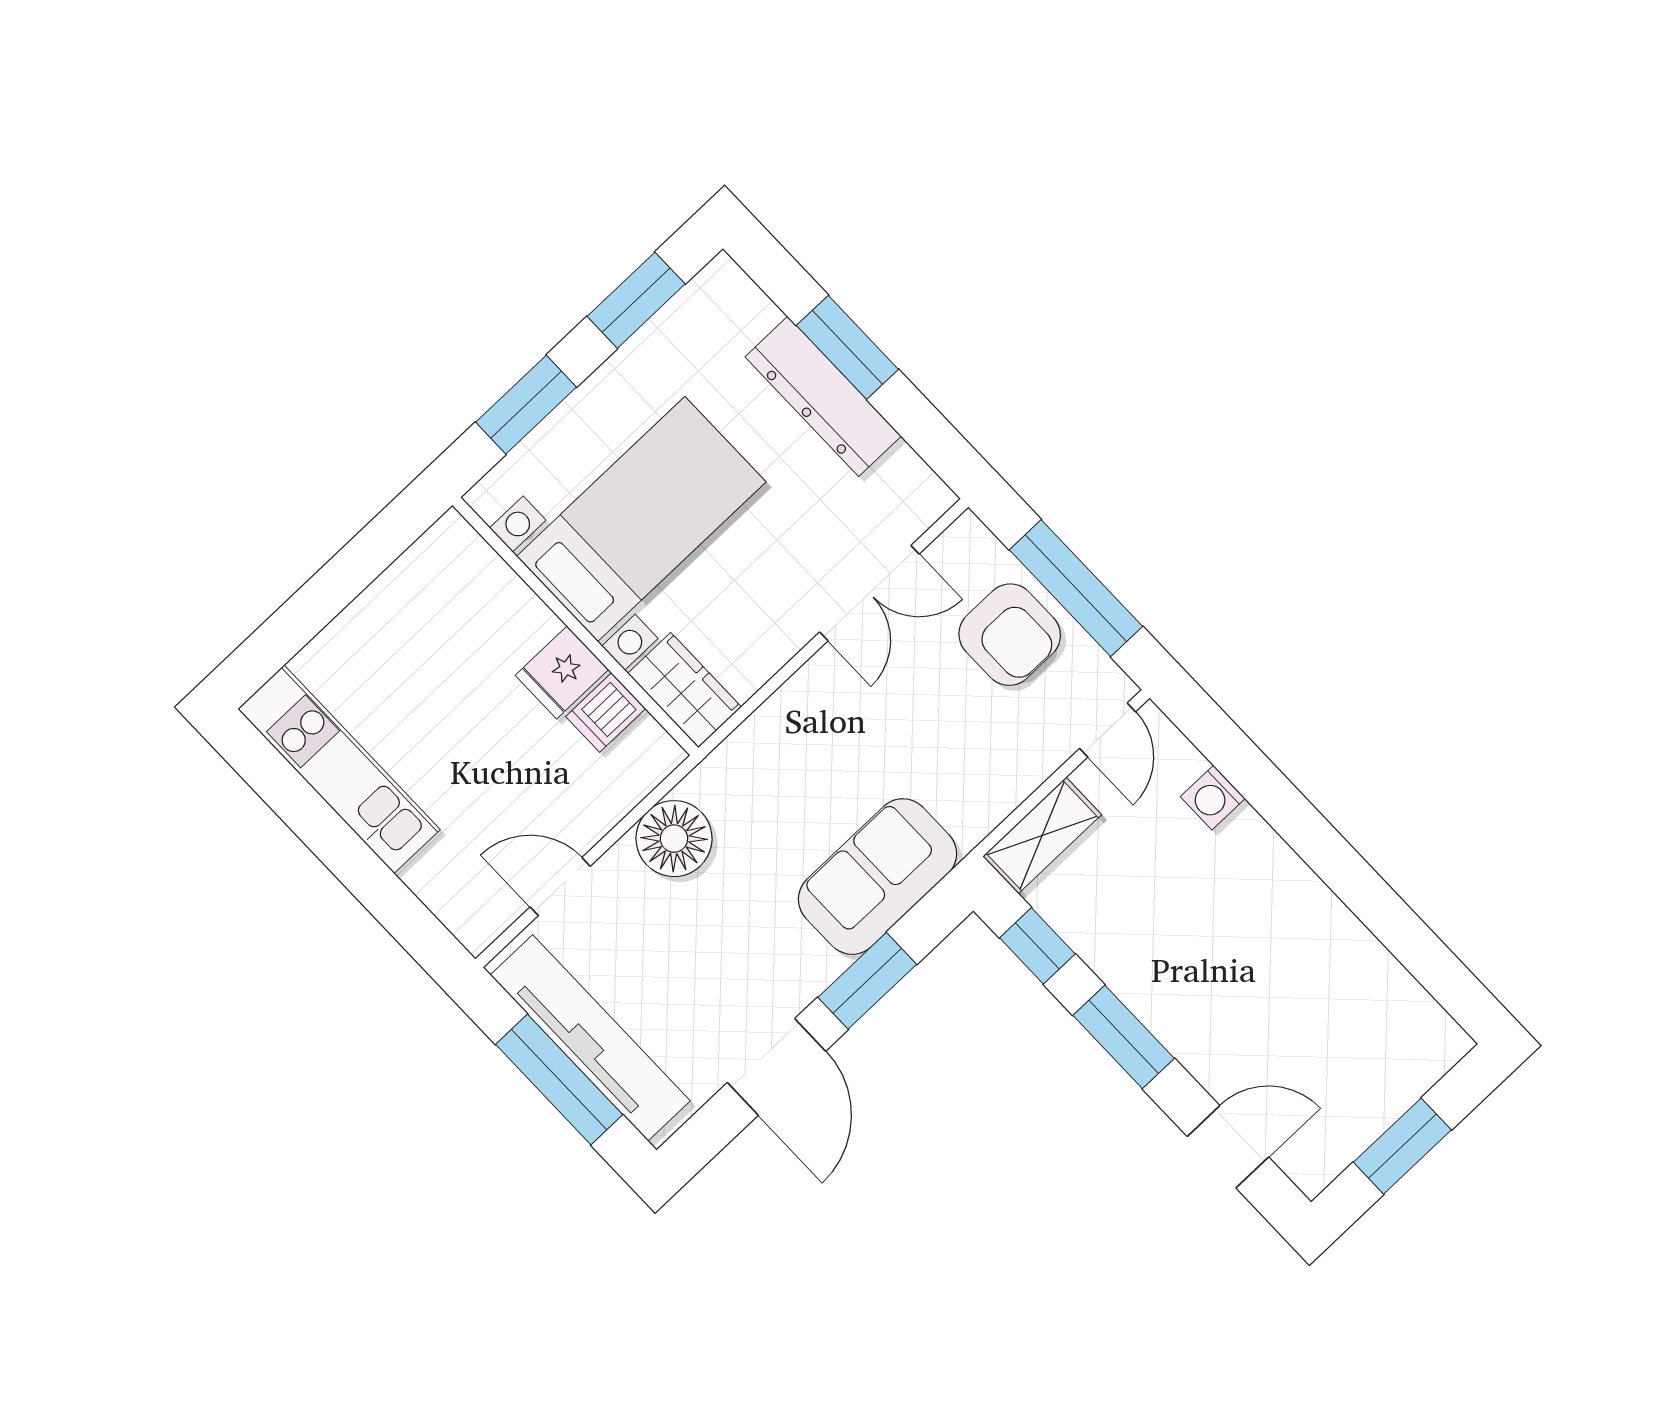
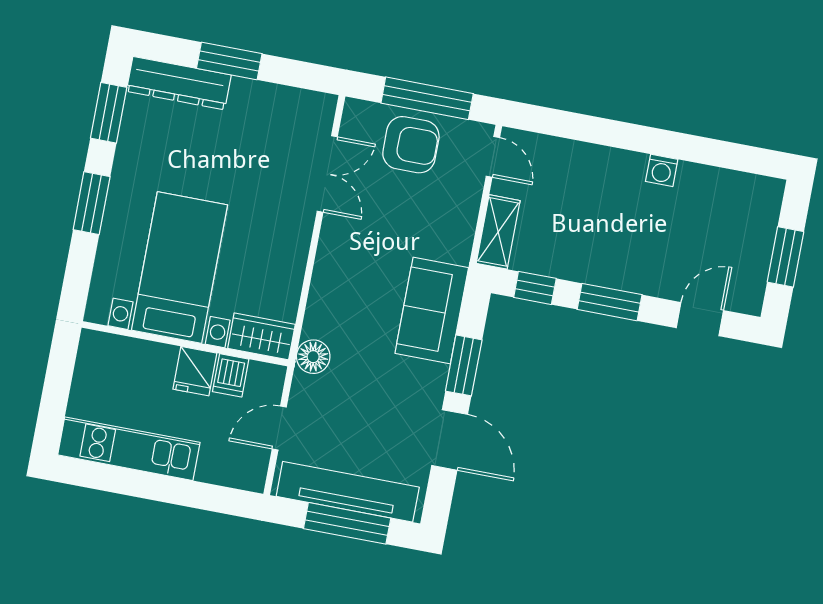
dresser: (823, 396) -> (179, 83), moved
bed with nightstands: (641, 519) -> (180, 268), moved
wall: (575, 626) -> (185, 344), moved
fridge: (562, 672) -> (195, 371), moved
wardrobe: (684, 690) -> (261, 336), moved
dishwasher: (606, 713) -> (231, 375), moved
washing machine: (1213, 798) -> (662, 170), moved
floor lamp: (674, 839) -> (313, 357), width x0.73, depth x0.73

